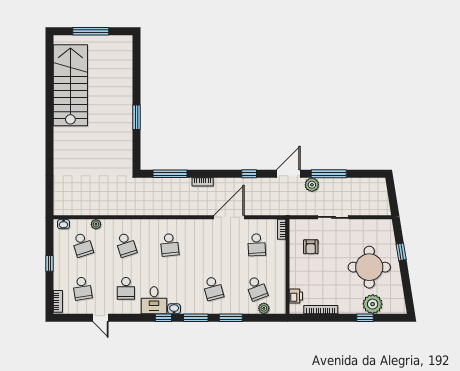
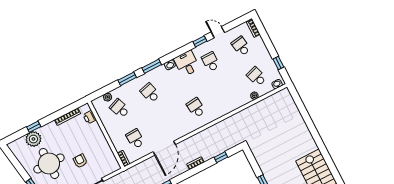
window: (170, 174) -> (221, 157), width x0.46
school desk: (126, 245) -> (226, 92), removed
armchair: (311, 247) -> (80, 161), moved
window: (50, 263) -> (278, 63), moved
window: (163, 318) -> (200, 41), moved

